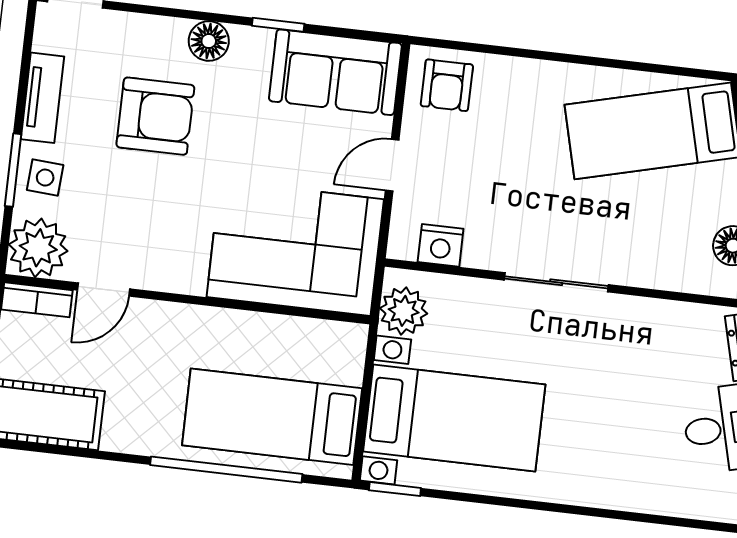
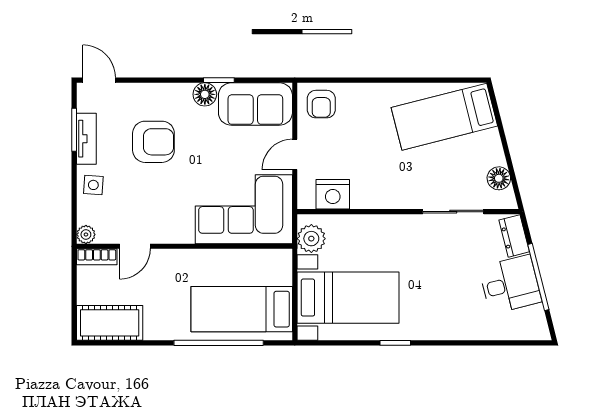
floor lamp: (209, 41) -> (205, 94), moved
window: (13, 170) -> (74, 130), moved
nightstand: (441, 245) -> (333, 194), width x1.36, depth x1.33
plant: (38, 248) -> (86, 234), width x0.53, depth x0.53
sliding door: (556, 282) -> (453, 212), moved
window: (395, 489) -> (395, 343), moved

